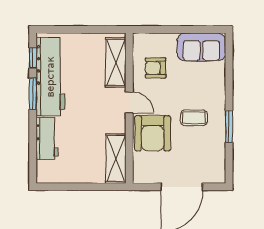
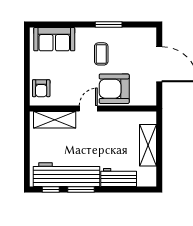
sofa: (201, 47) -> (54, 39), moved, turned 90
armchair: (156, 68) -> (41, 88), moved
armchair: (153, 133) -> (114, 89), turned 180
shelving: (116, 159) -> (148, 145), moved, turned 90

